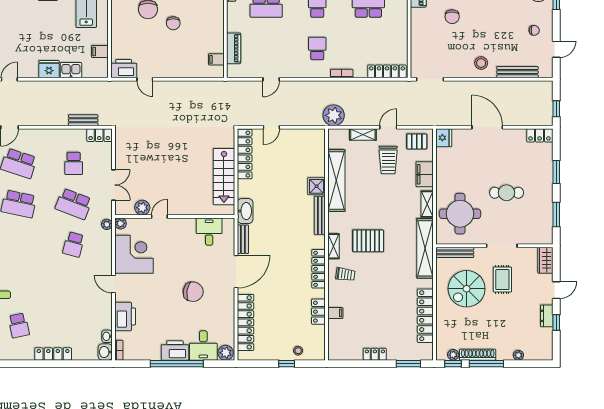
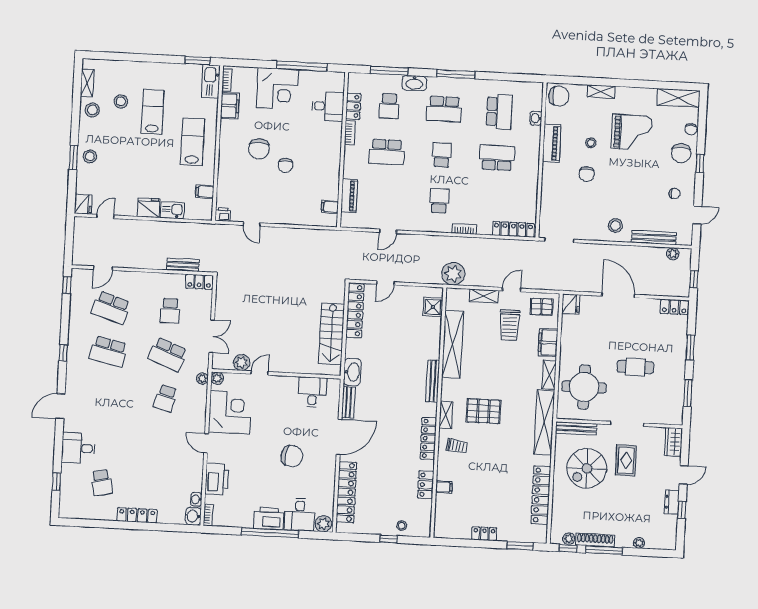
printer: (124, 69) -> (223, 214), width x0.53, depth x0.68
plant: (536, 86) -> (673, 254), added
shower: (316, 186) -> (433, 307), moved

